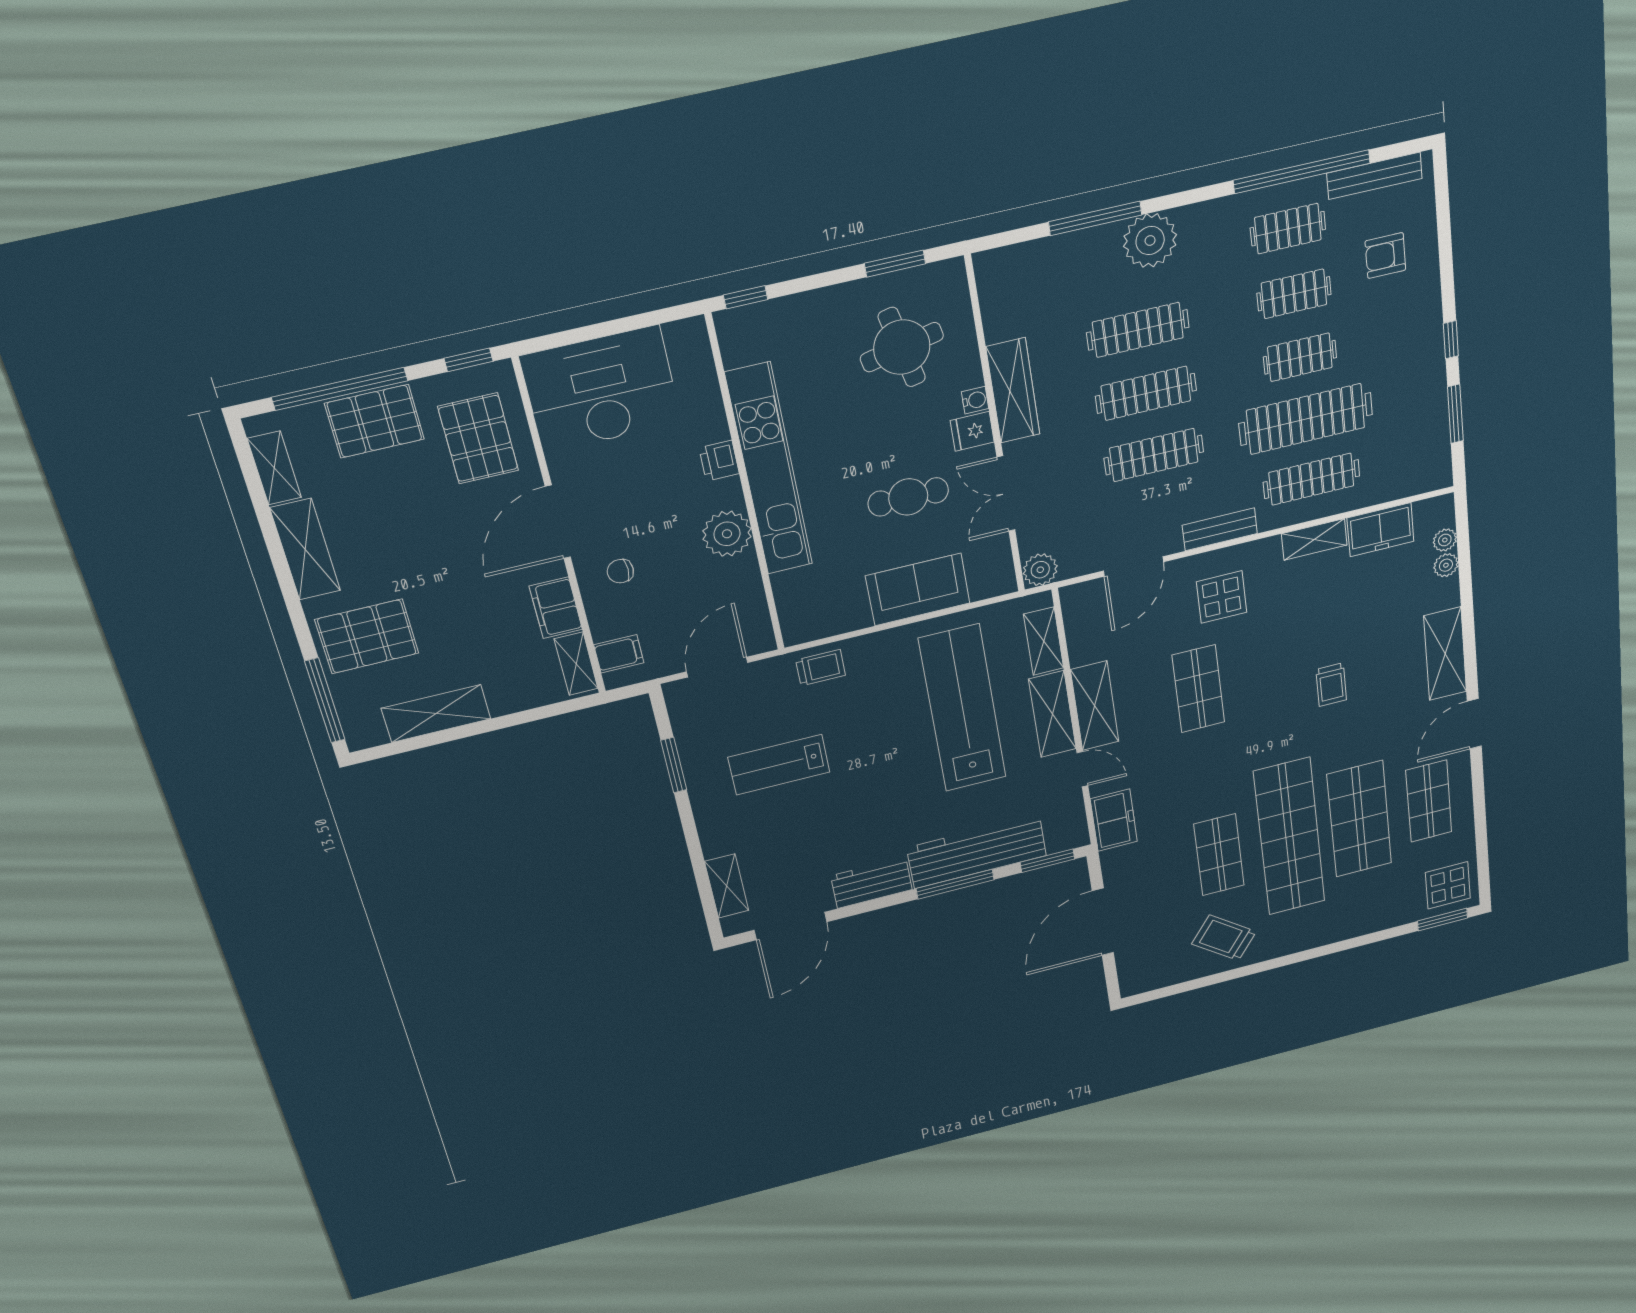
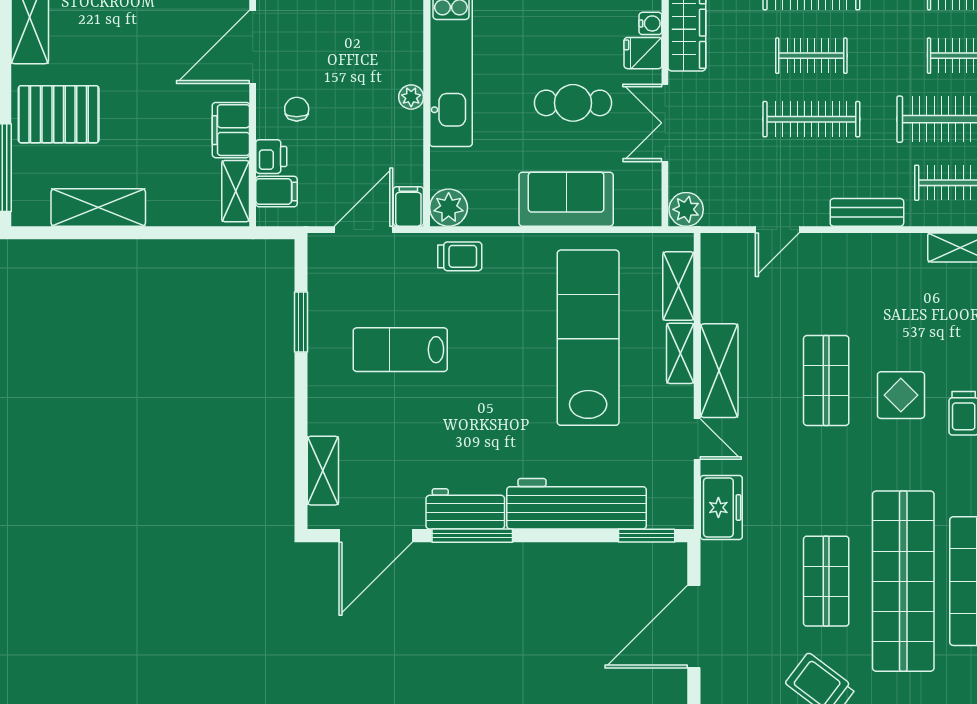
clothes rail: (1146, 393) -> (811, 56), width x0.73
printer: (719, 461) -> (271, 157), moved, turned 180
plant: (727, 534) -> (411, 97), width x0.53, depth x0.53
door: (1134, 566) -> (777, 230), width x0.73
chair: (620, 571) -> (297, 109), turned 90
display table: (1222, 597) -> (901, 395), moved
plant: (800, 626) -> (449, 208), added
filing cabinet: (759, 635) -> (408, 206), added
shelving: (1052, 714) -> (680, 353), width x0.67, depth x0.75
window: (955, 884) -> (472, 536), moved

